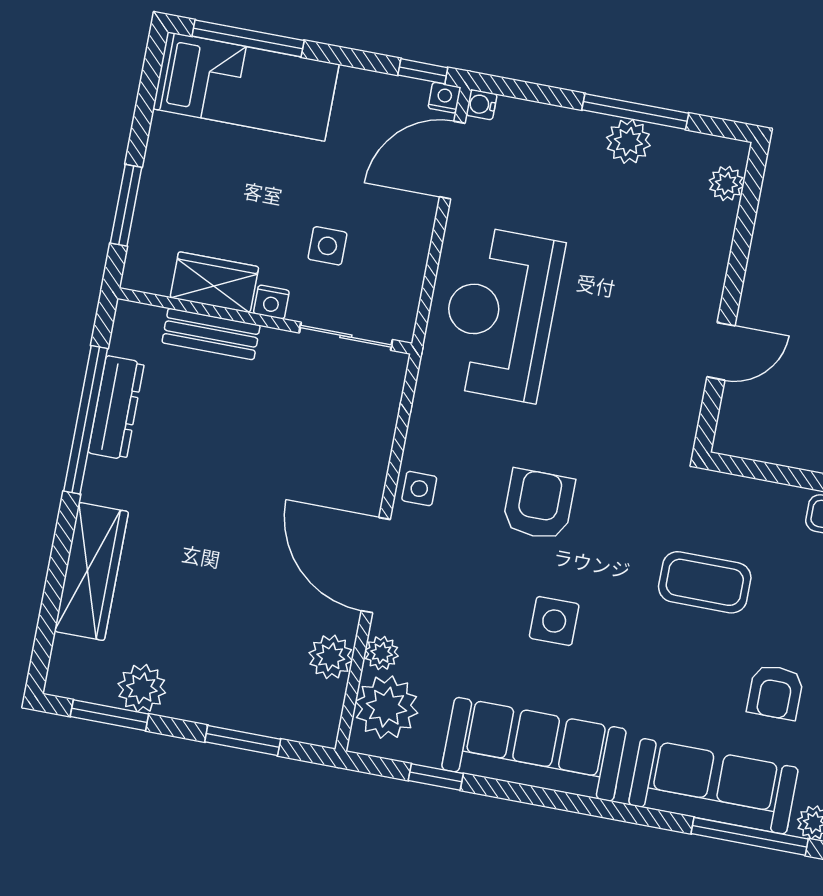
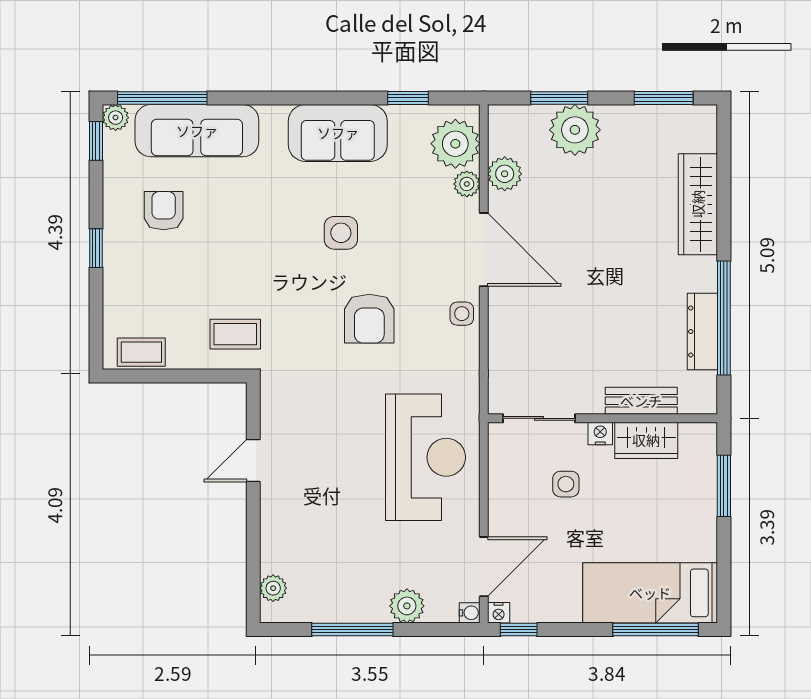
plant: (628, 141) -> (407, 606), moved
coffee table: (705, 582) -> (235, 334), moved, width x0.73, depth x0.77
plant: (142, 688) -> (575, 130), moved, width x1.36, depth x1.36
sofa: (534, 749) -> (338, 133), width x0.73

